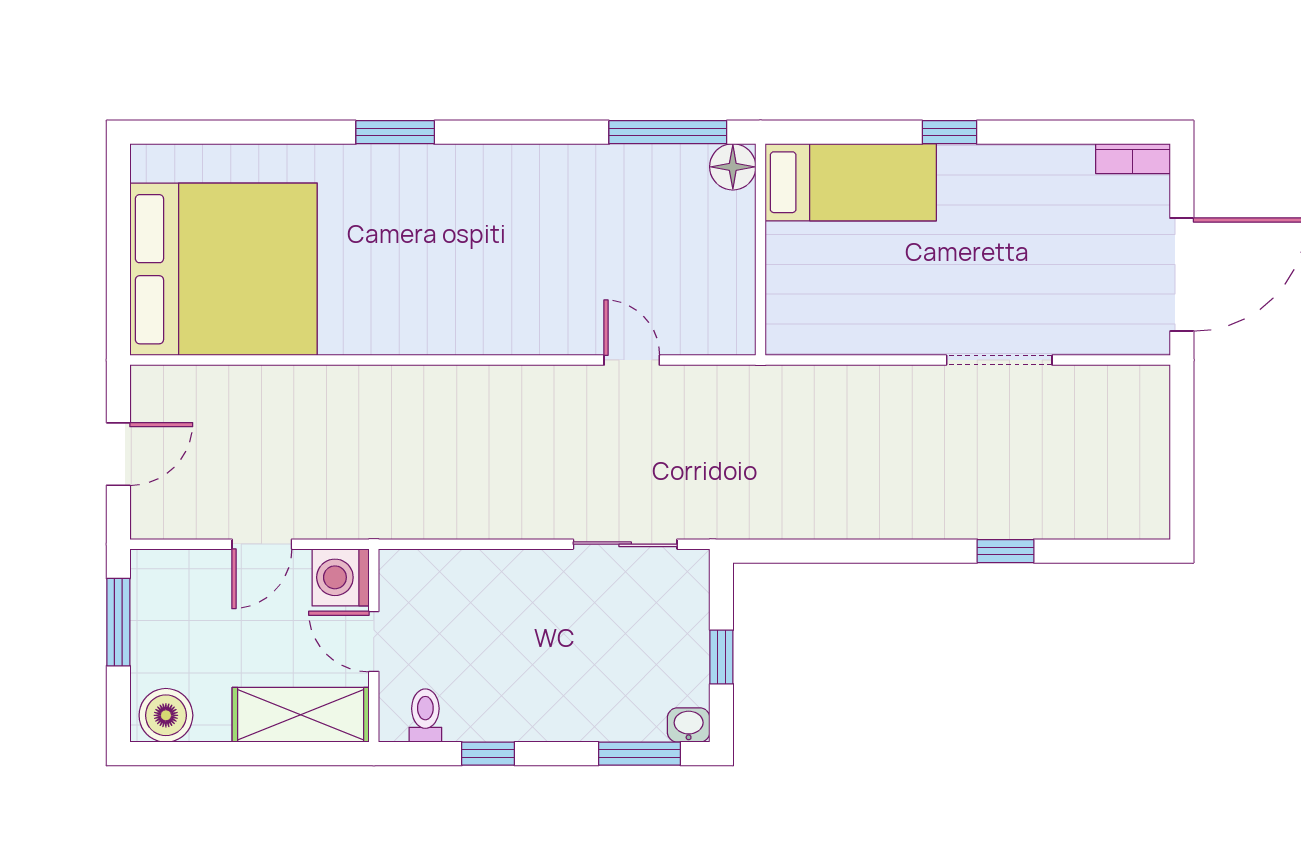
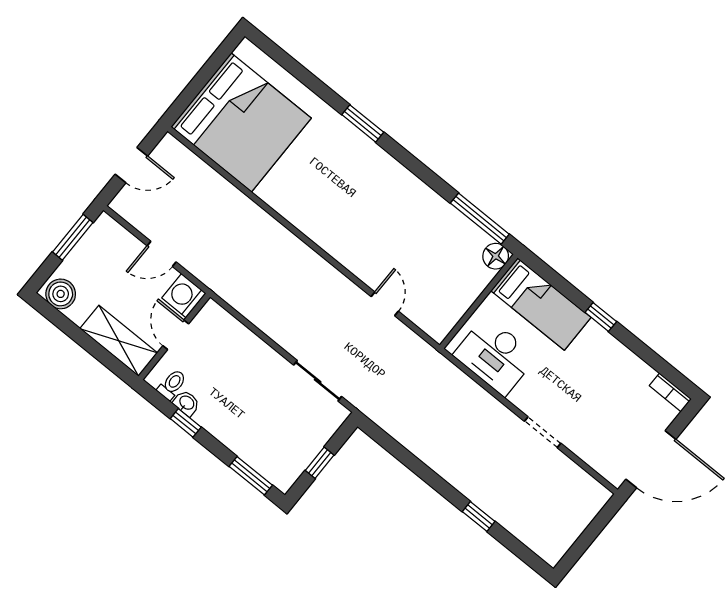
desk: (845, 307) -> (495, 356), added
doorway: (999, 360) -> (543, 432), width x0.73
washbasin: (689, 725) -> (186, 403), moved

